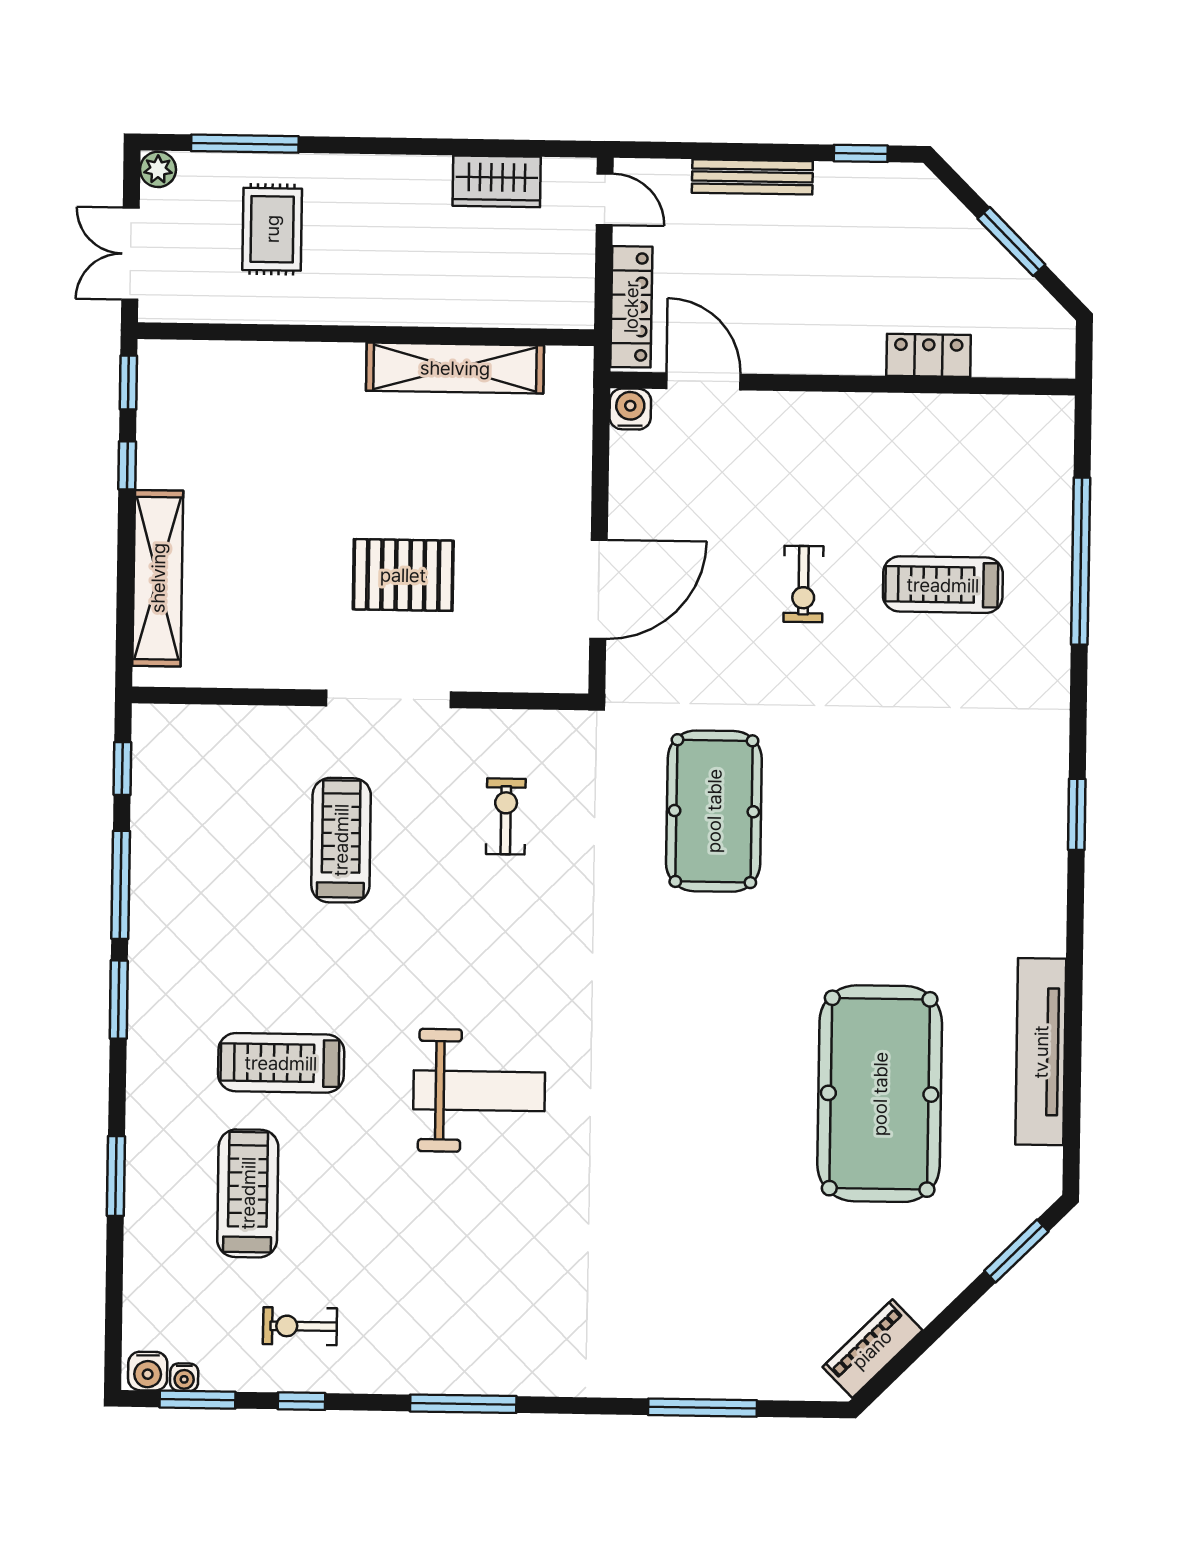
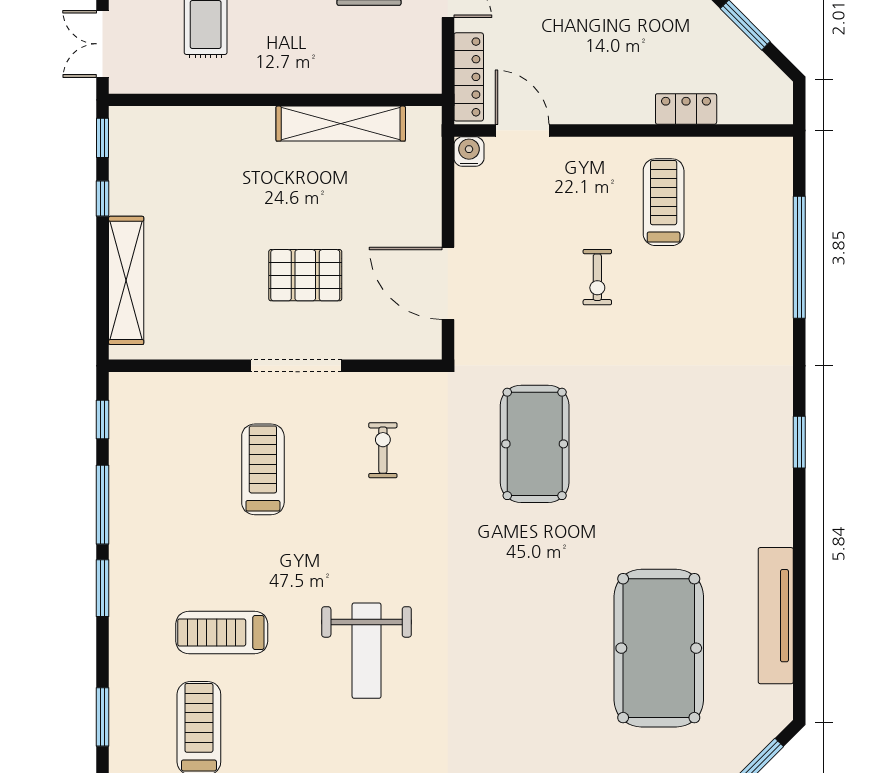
treadmill: (943, 585) -> (664, 202), moved, turned 90
door: (599, 589) -> (448, 283), swing flipped
weight bench: (479, 1091) -> (367, 651), turned 90

